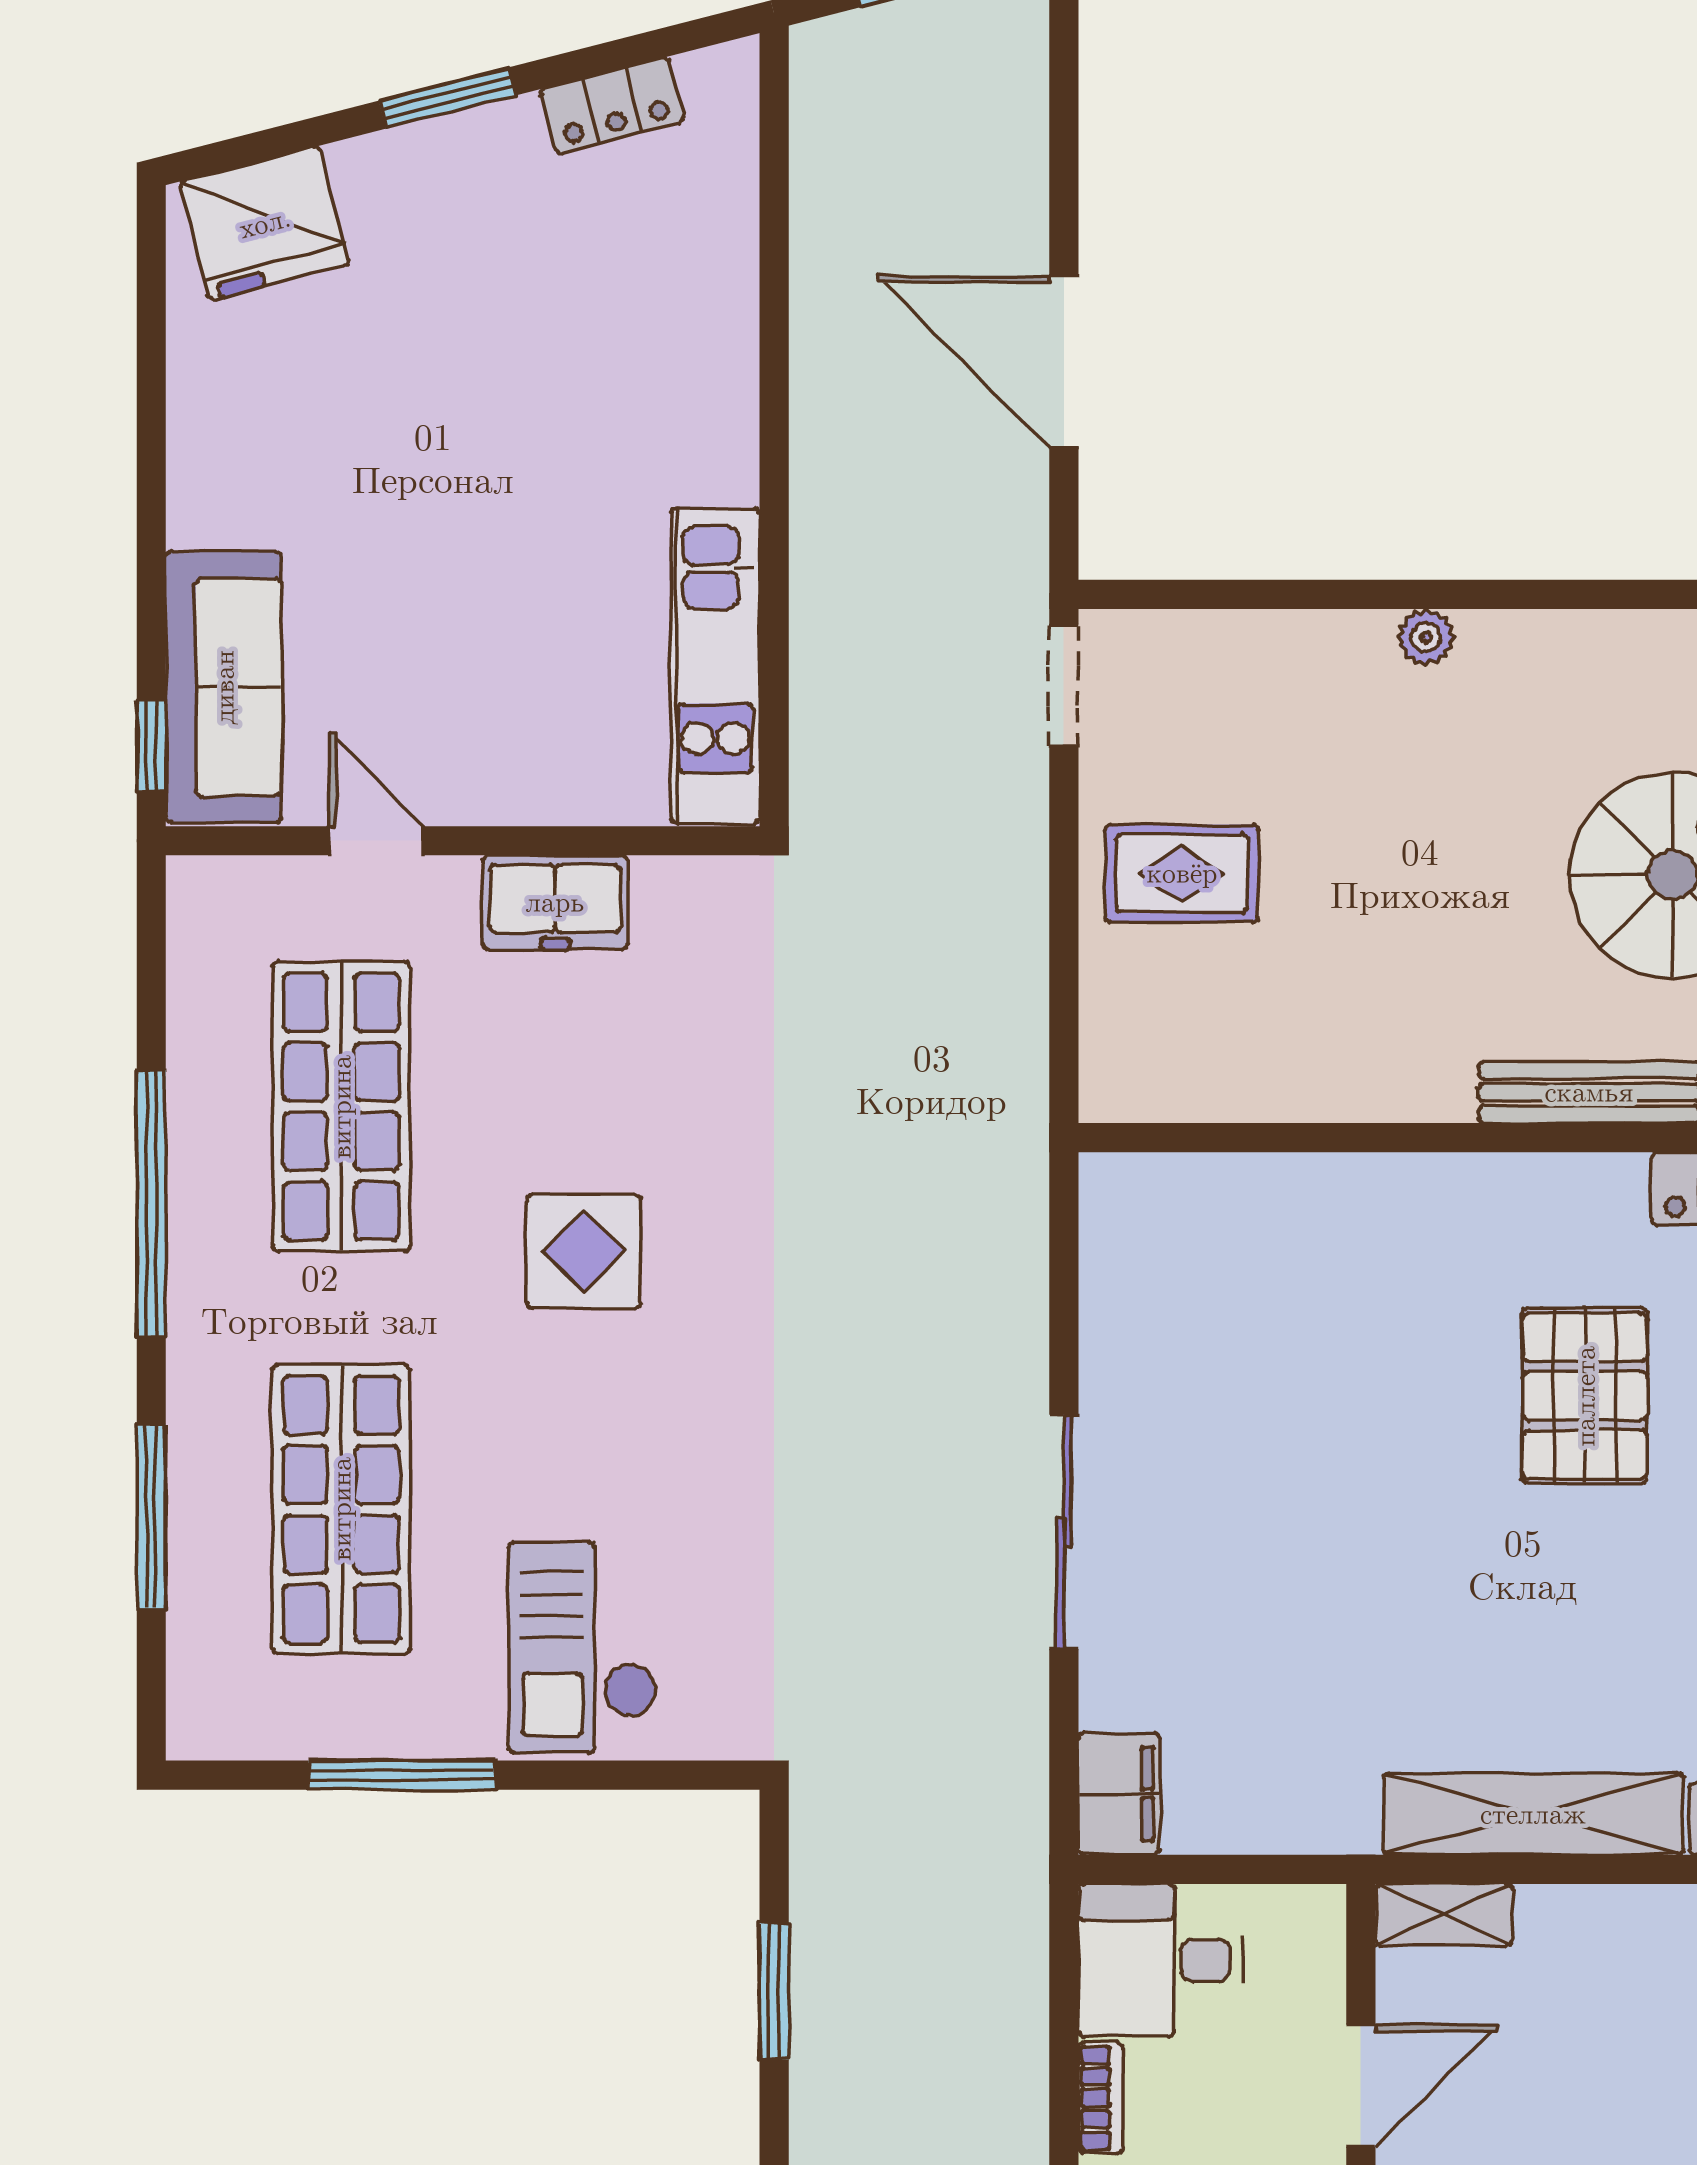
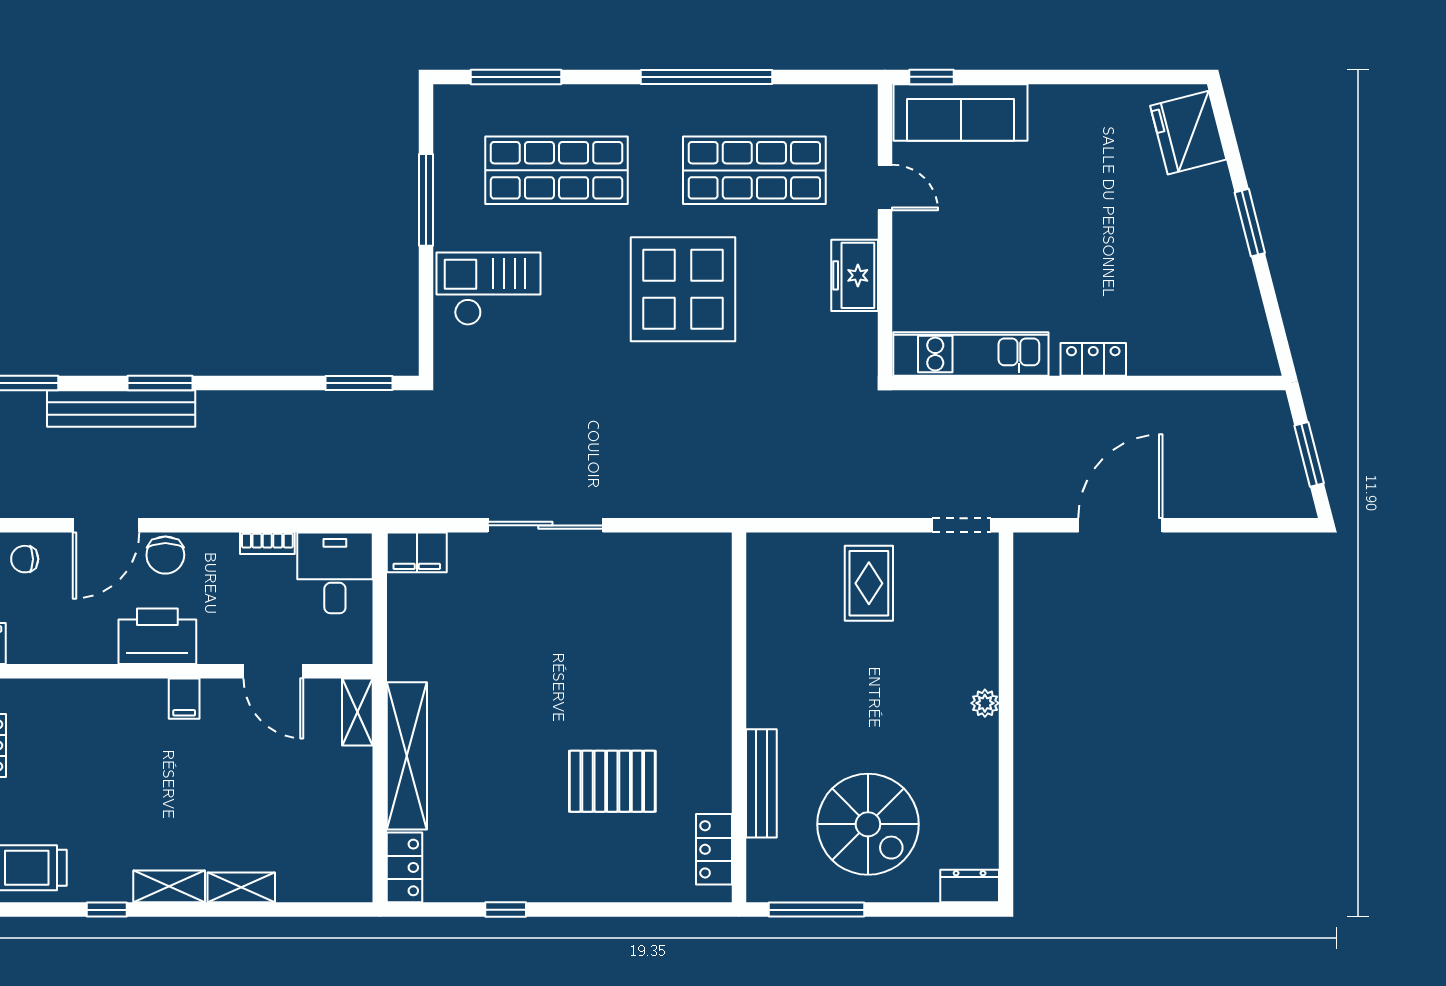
locker: (612, 105) -> (1093, 359), moved, turned 104
door: (376, 841) -> (885, 188), hinge flipped
display table: (584, 1252) -> (683, 289), width x1.86, depth x1.86
window: (151, 1516) -> (516, 77), moved
window: (774, 1991) -> (359, 383), moved

